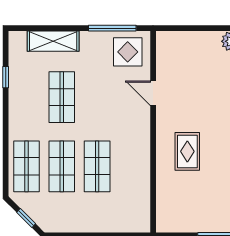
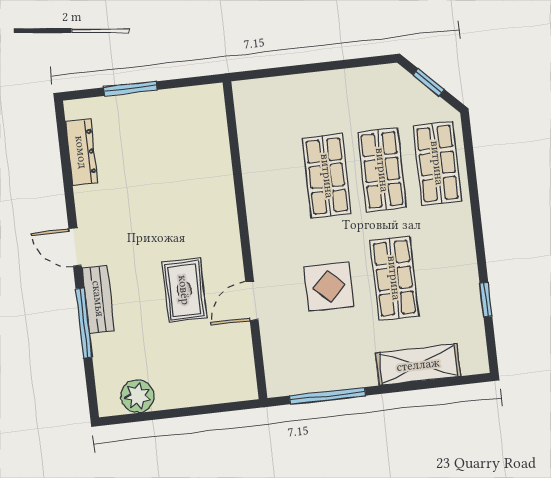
display table: (128, 52) -> (329, 287), moved
door: (153, 93) -> (252, 301), swing flipped
rug: (187, 151) -> (184, 290), moved

